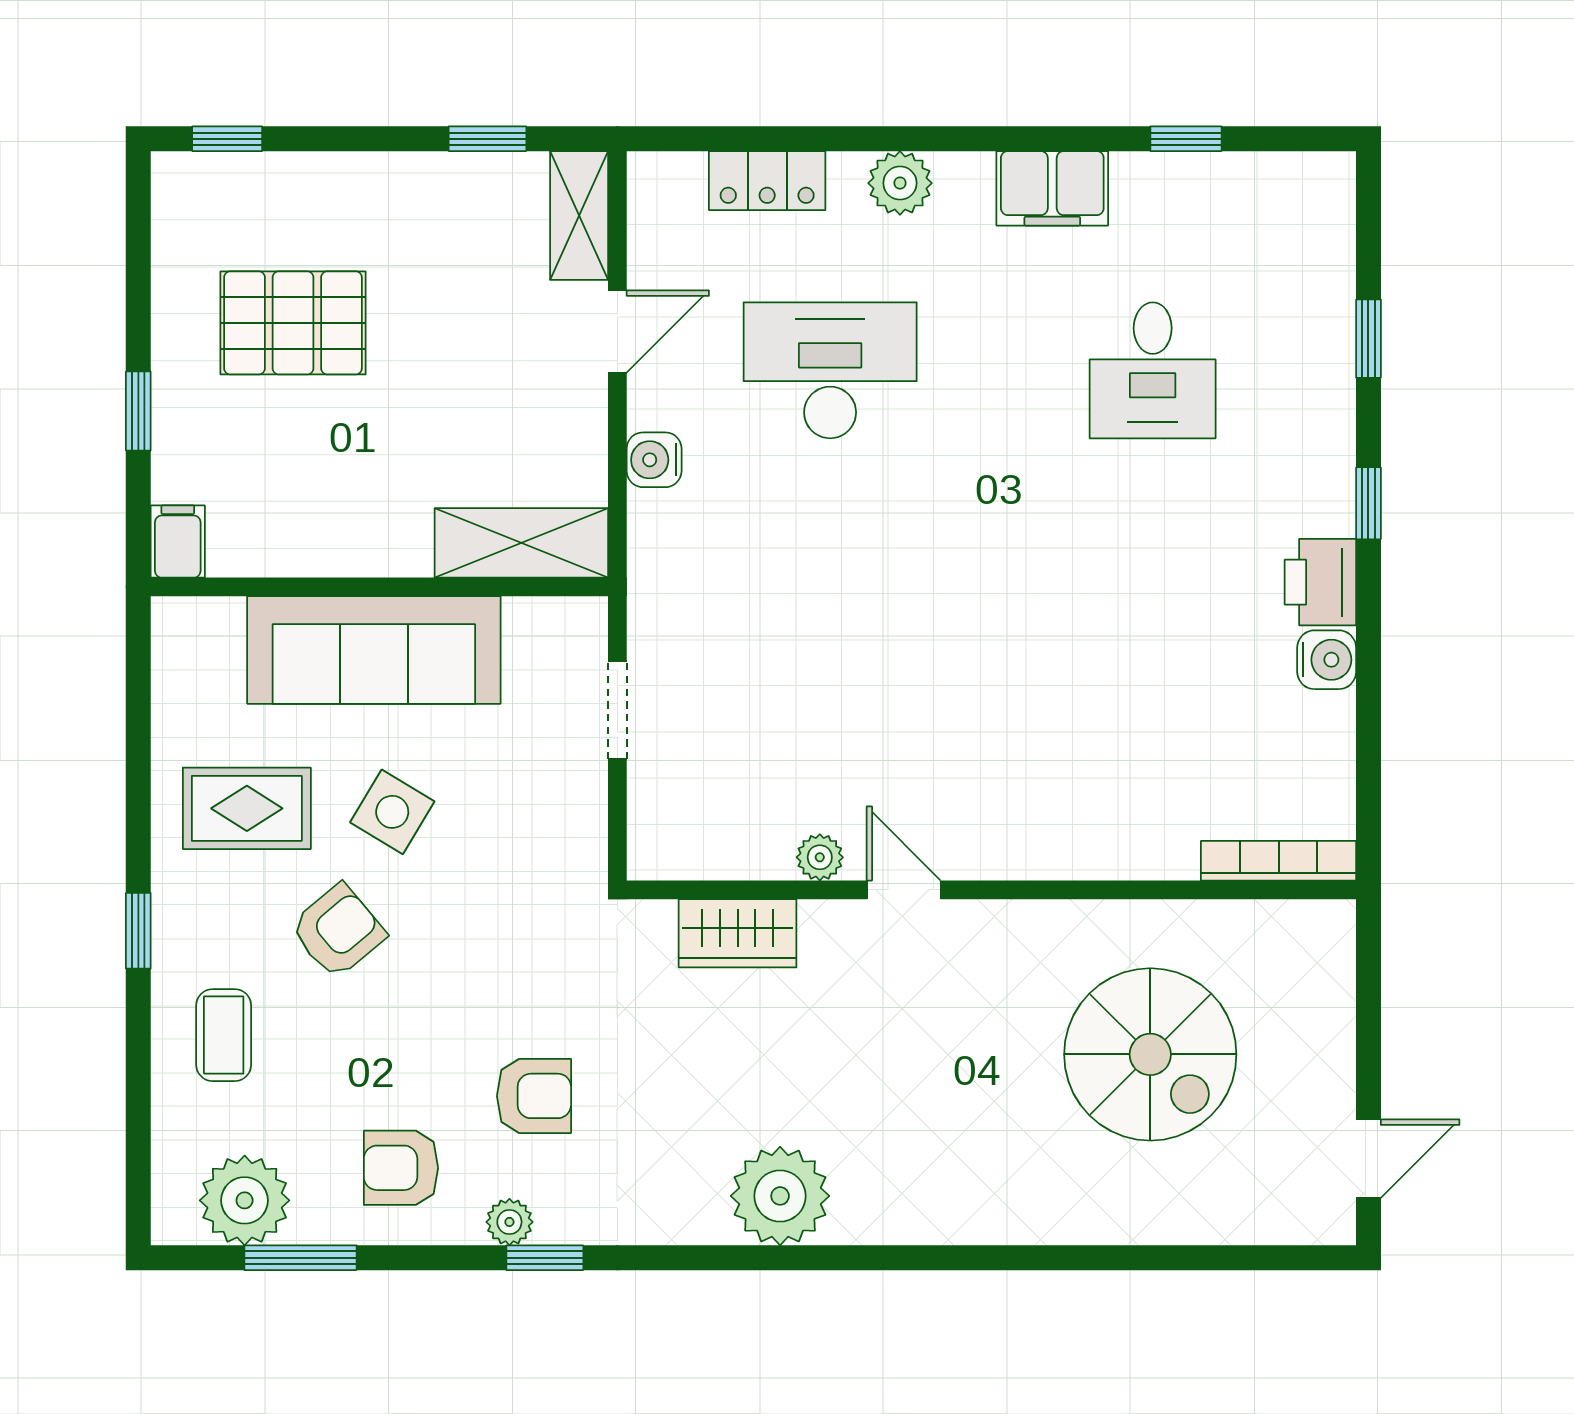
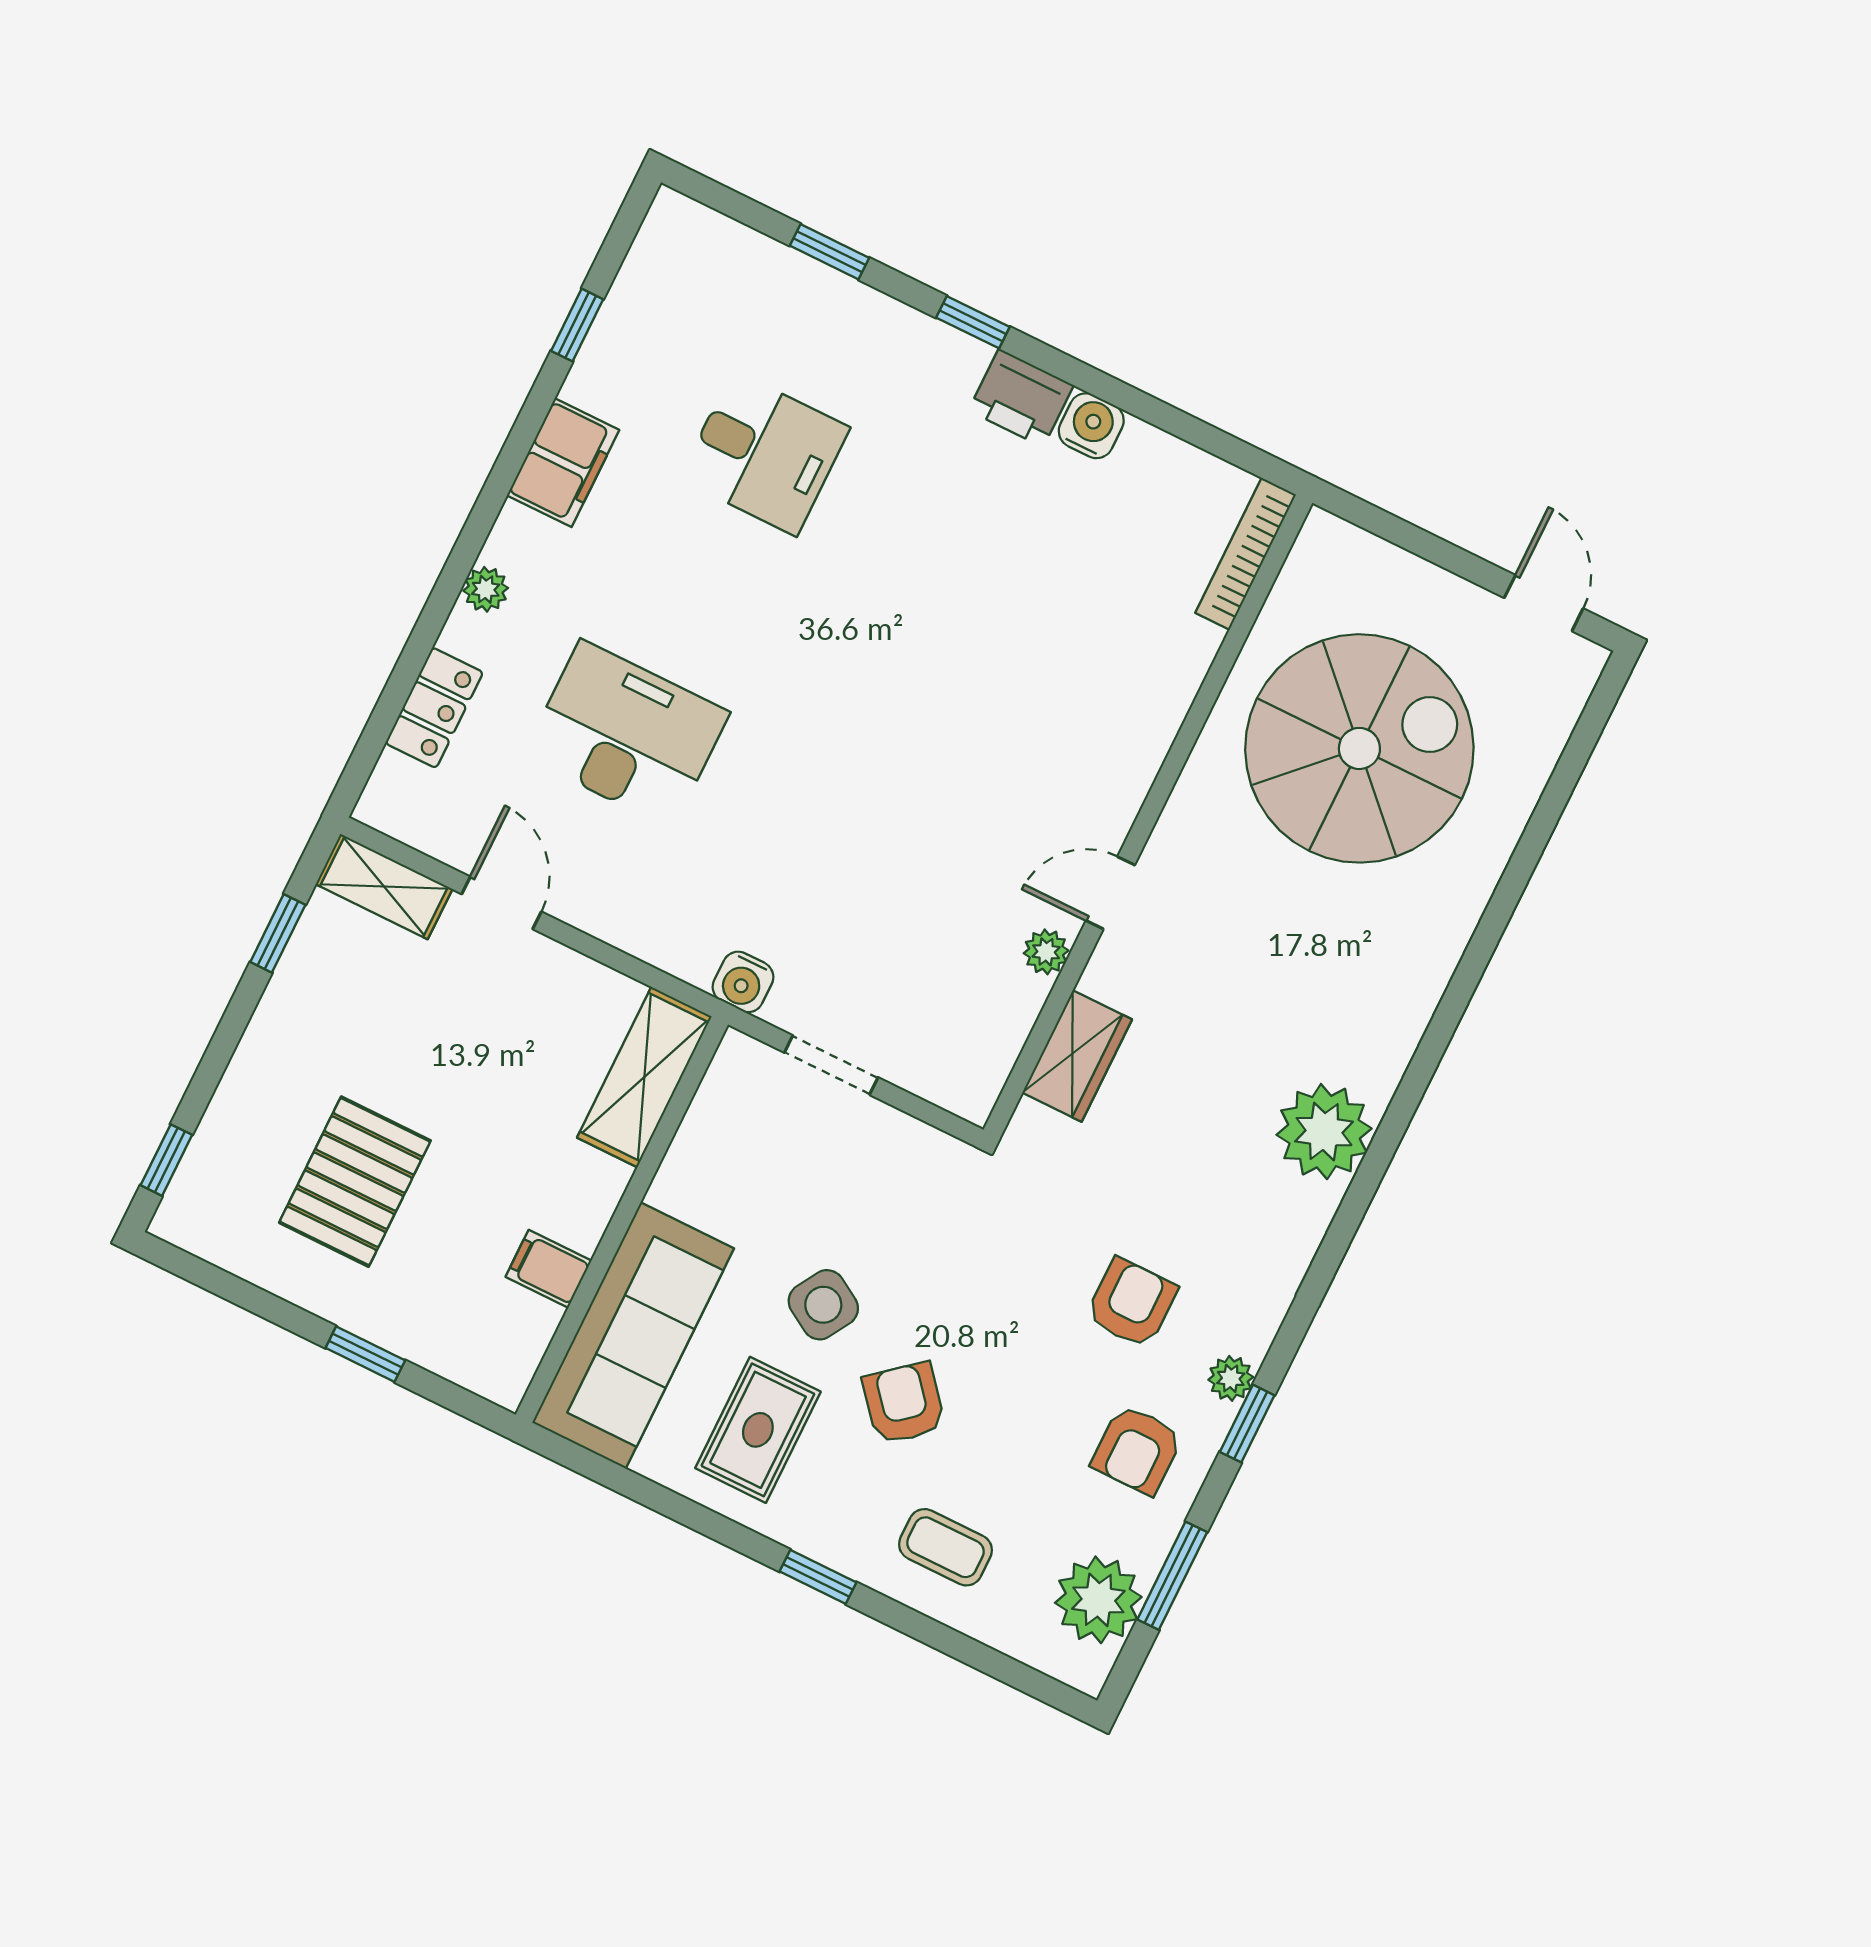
plant: (900, 183) -> (486, 589), width x0.73, depth x0.73
desk: (830, 370) -> (626, 734), turned 90
water cooler: (654, 460) -> (743, 982), moved
filing cabinet: (178, 541) -> (548, 1269), moved
sofa: (374, 650) -> (633, 1335), moved
spiral stairs: (1150, 1054) -> (1359, 748), width x1.37, depth x1.37
window: (545, 1258) -> (1247, 1424), moved

